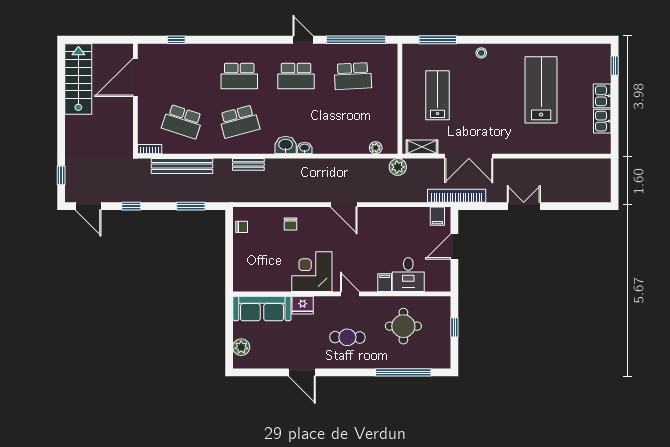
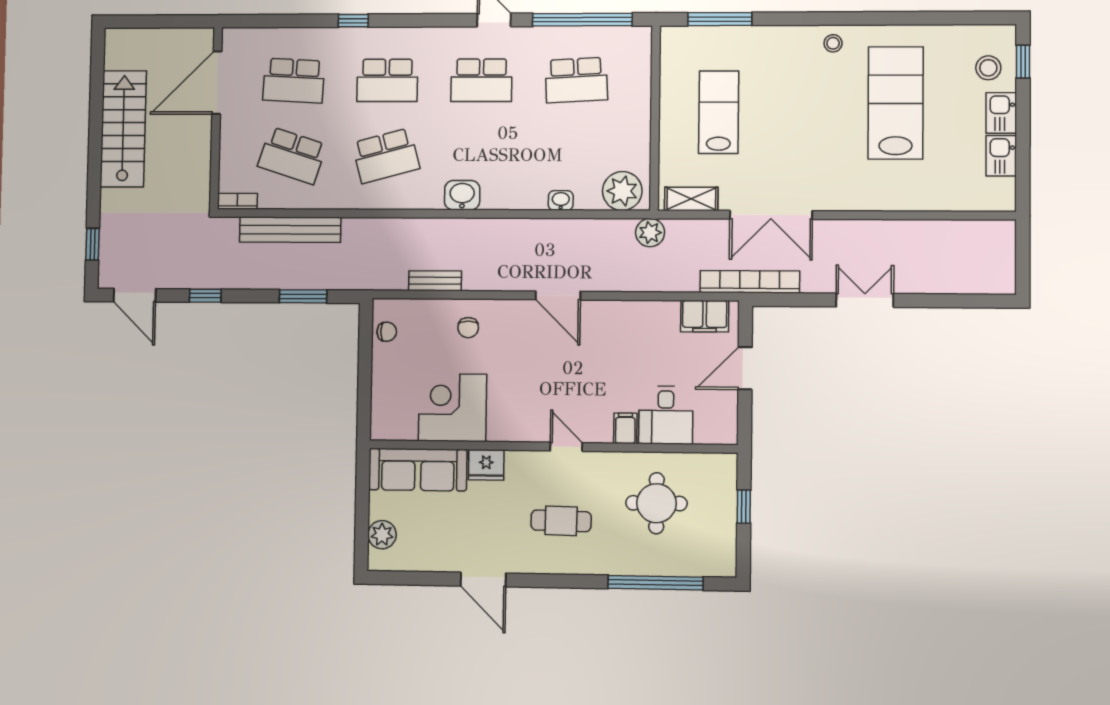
window: (176, 40) -> (353, 21), moved
stool: (481, 53) -> (833, 43), moved
stool: (595, 69) -> (988, 68), added
school desk: (182, 76) -> (294, 81), added
stairs: (78, 79) -> (123, 129), moved
washbasin: (305, 148) -> (561, 200), moved
plant: (376, 148) -> (622, 191), width x1.88, depth x1.88
bench: (248, 164) -> (435, 281), moved
filing cabinet: (437, 216) -> (705, 316), width x2.00
corner desk: (312, 272) -> (453, 408), moved

